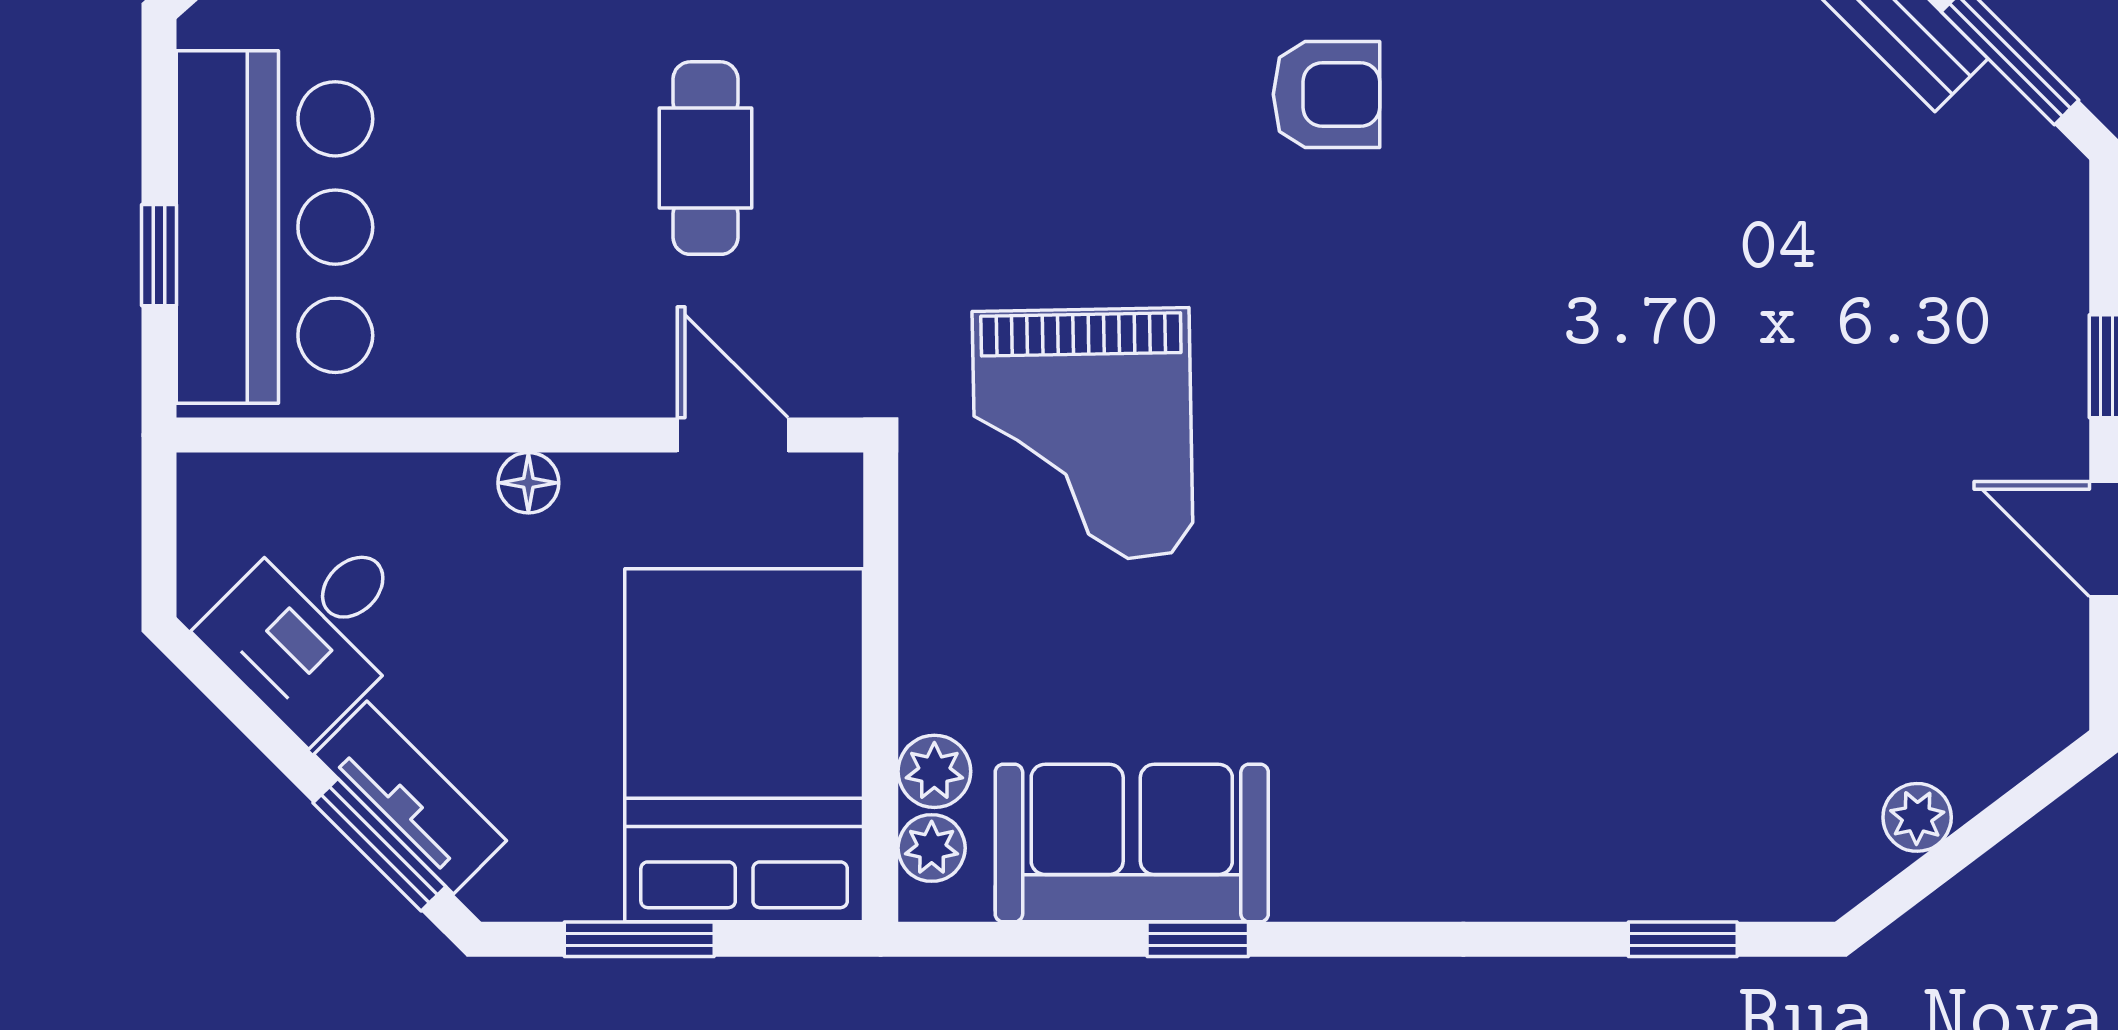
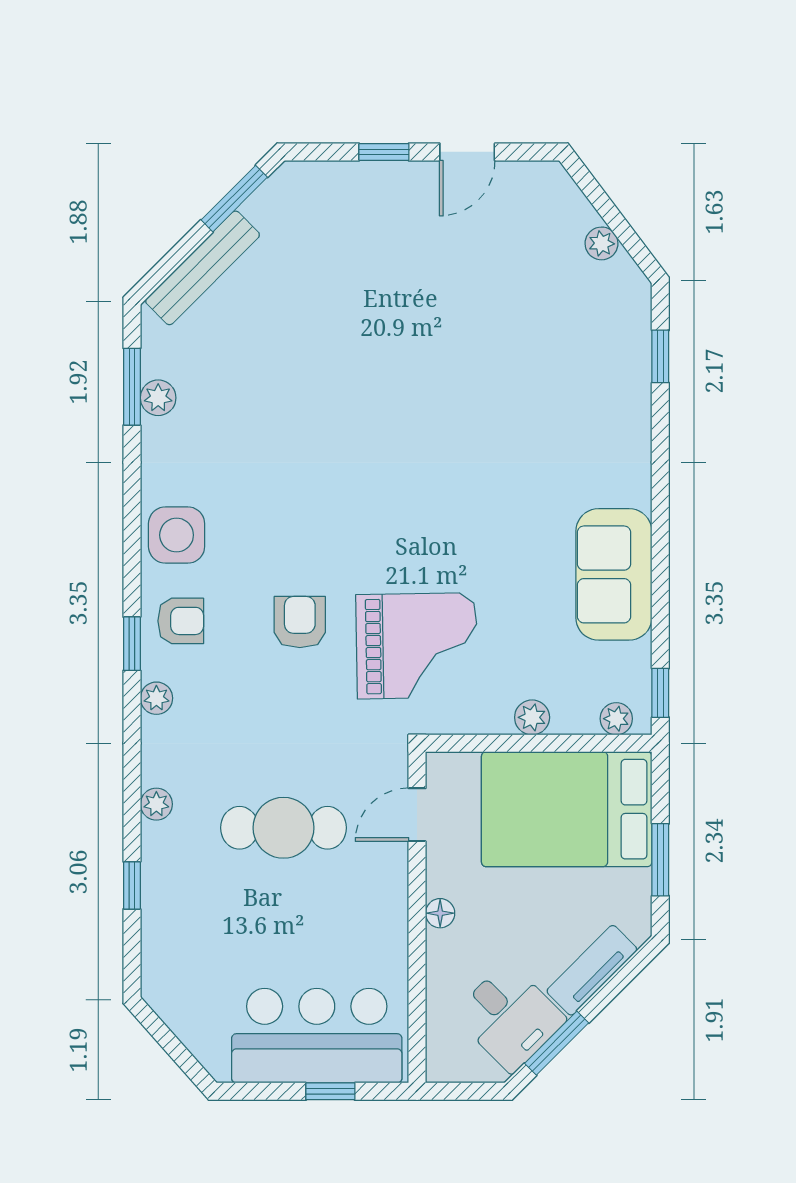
armchair: (1326, 94) -> (300, 622), moved
cafe table: (705, 158) -> (284, 828), width x1.37, depth x1.35
plant: (934, 771) -> (532, 717), moved
sofa: (1132, 843) -> (614, 574), moved
window: (379, 845) -> (557, 1043), moved
window: (1198, 939) -> (660, 693), moved

